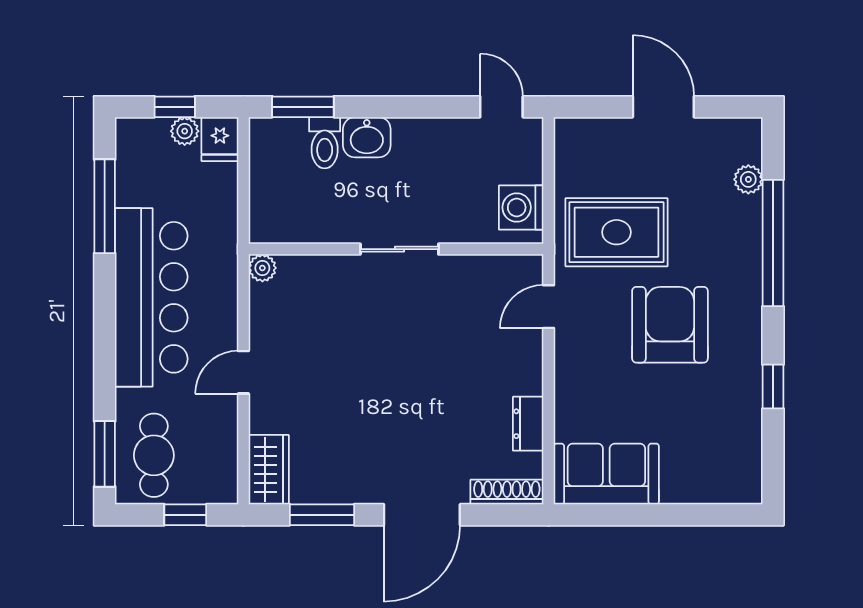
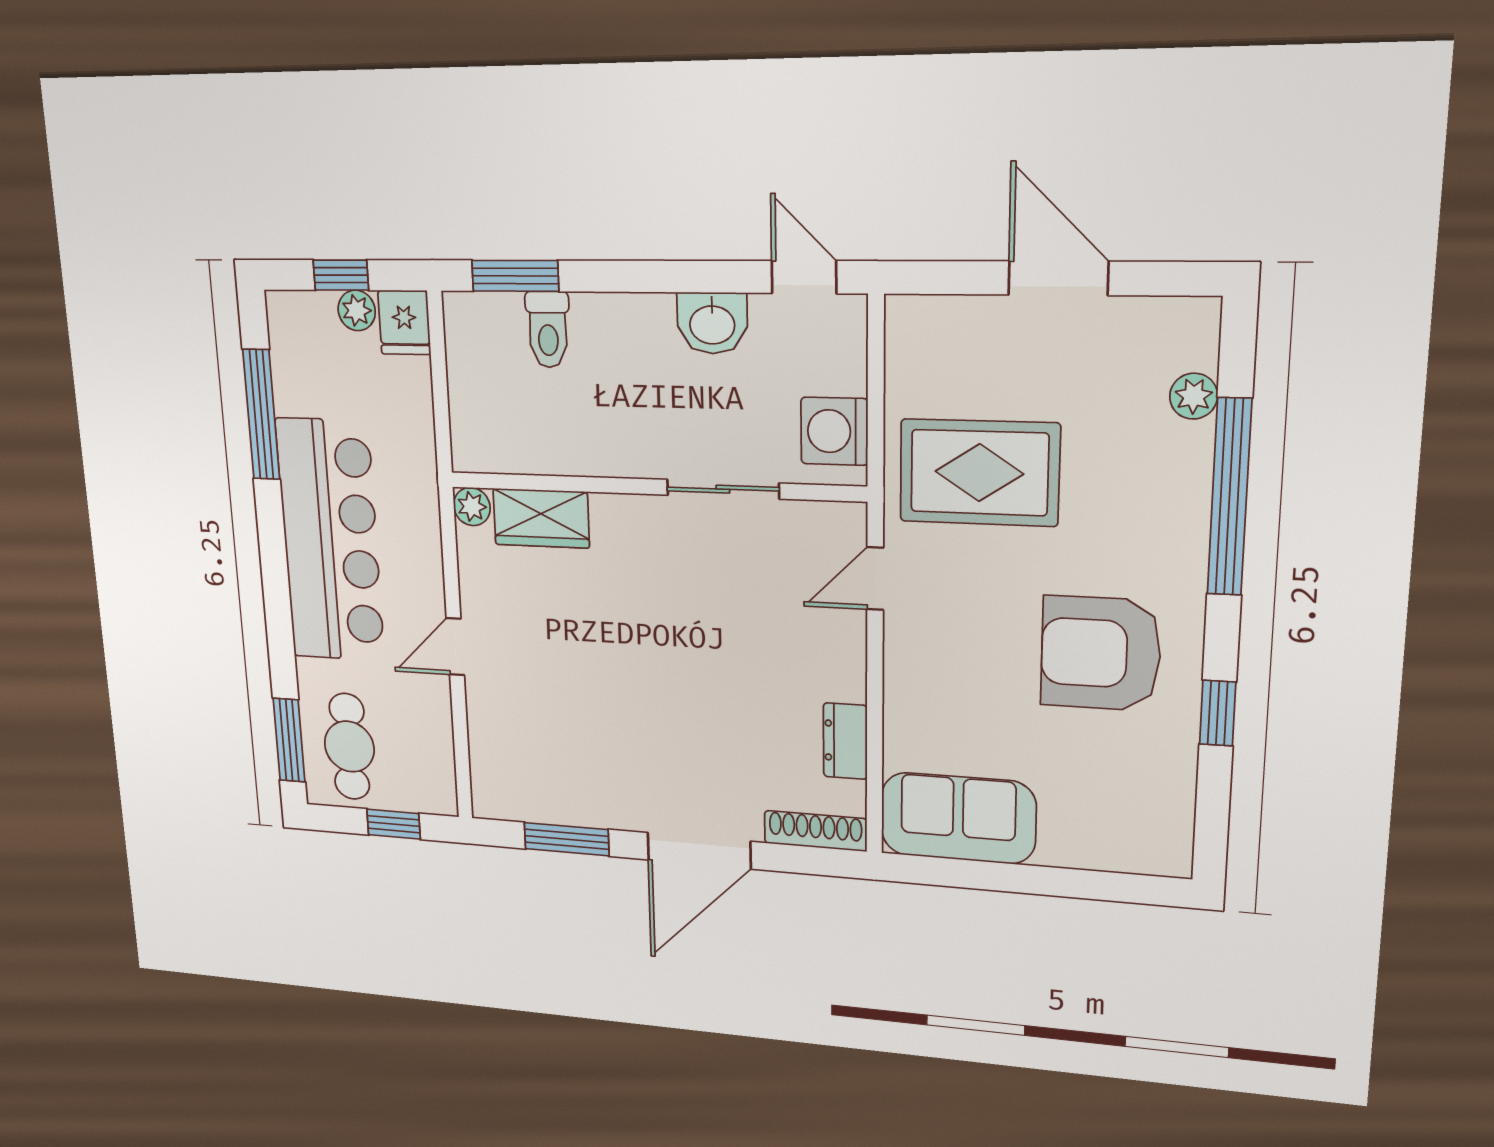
washbasin: (367, 137) -> (712, 323), moved
sliding door: (399, 249) -> (723, 489), moved
armchair: (670, 325) -> (1101, 653), moved, turned -90
wardrobe: (269, 470) -> (541, 518), moved, turned 90

